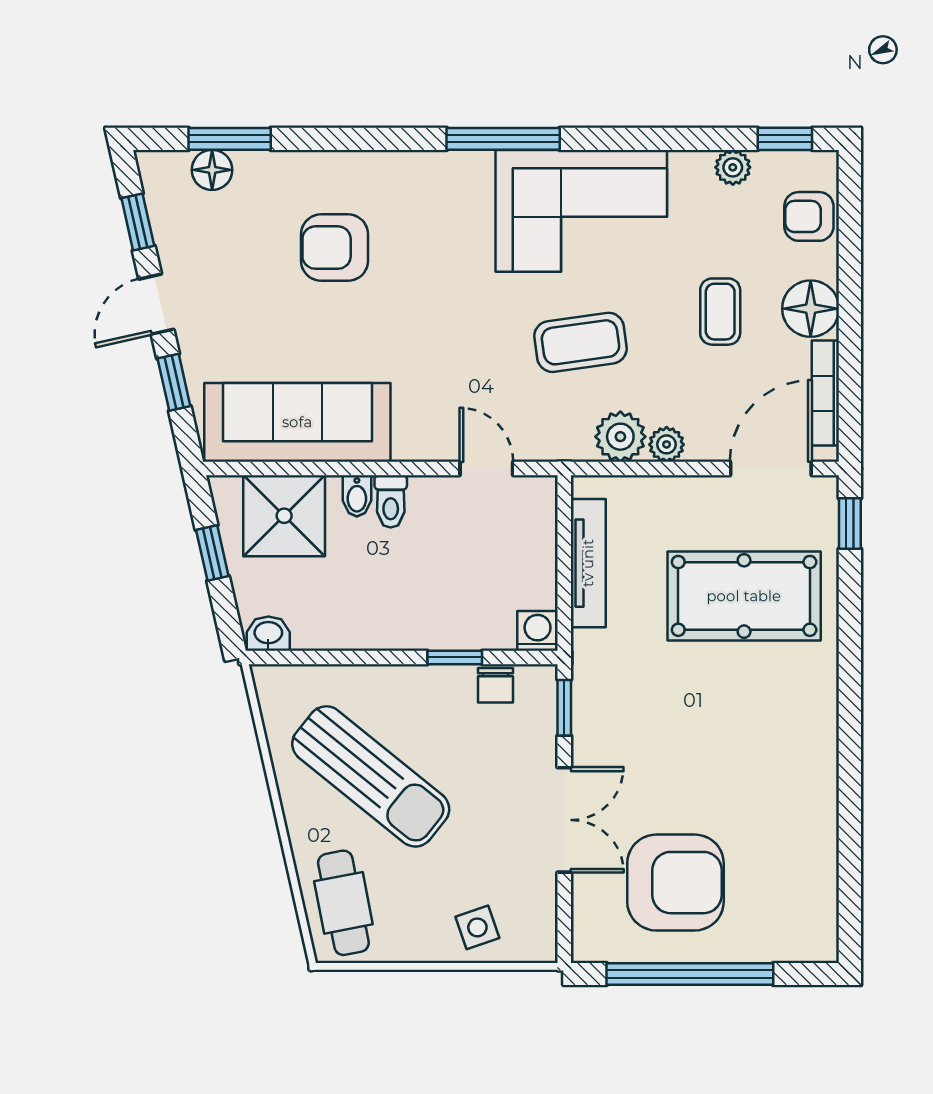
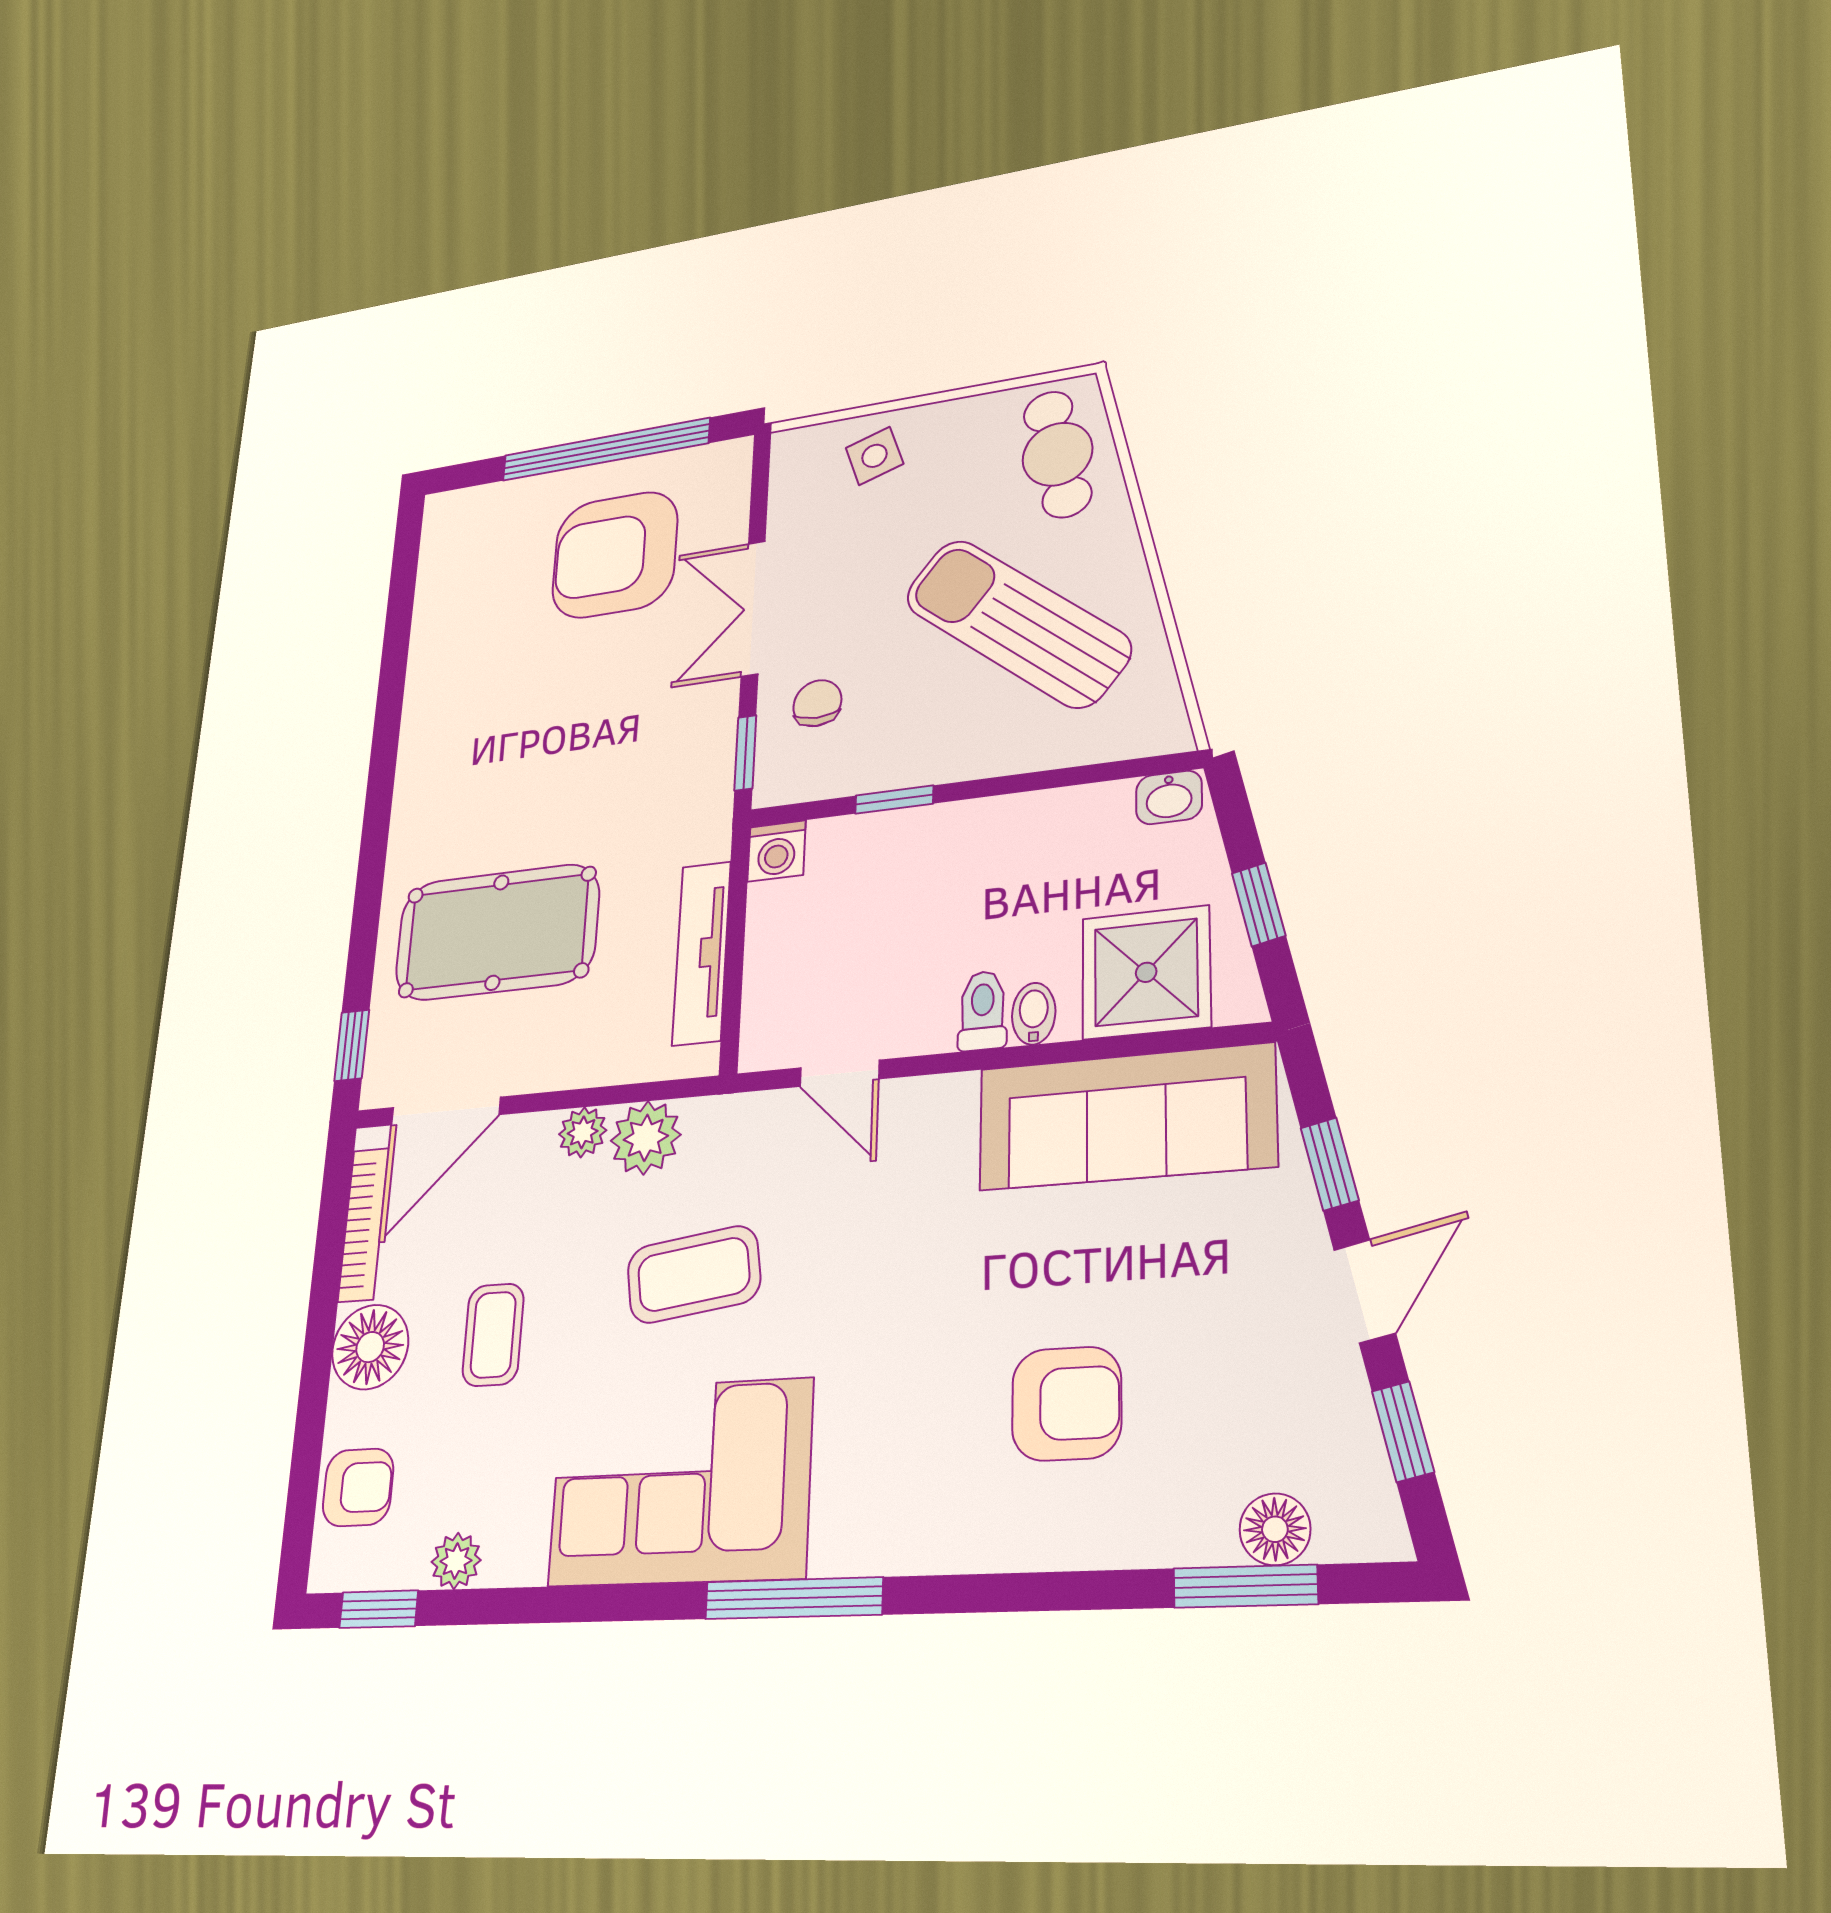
chair: (496, 685) -> (817, 703), moved

